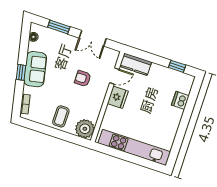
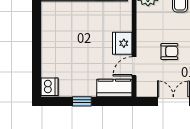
window: (177, 66) -> (82, 101), moved
dishwasher: (180, 100) -> (49, 87), moved

